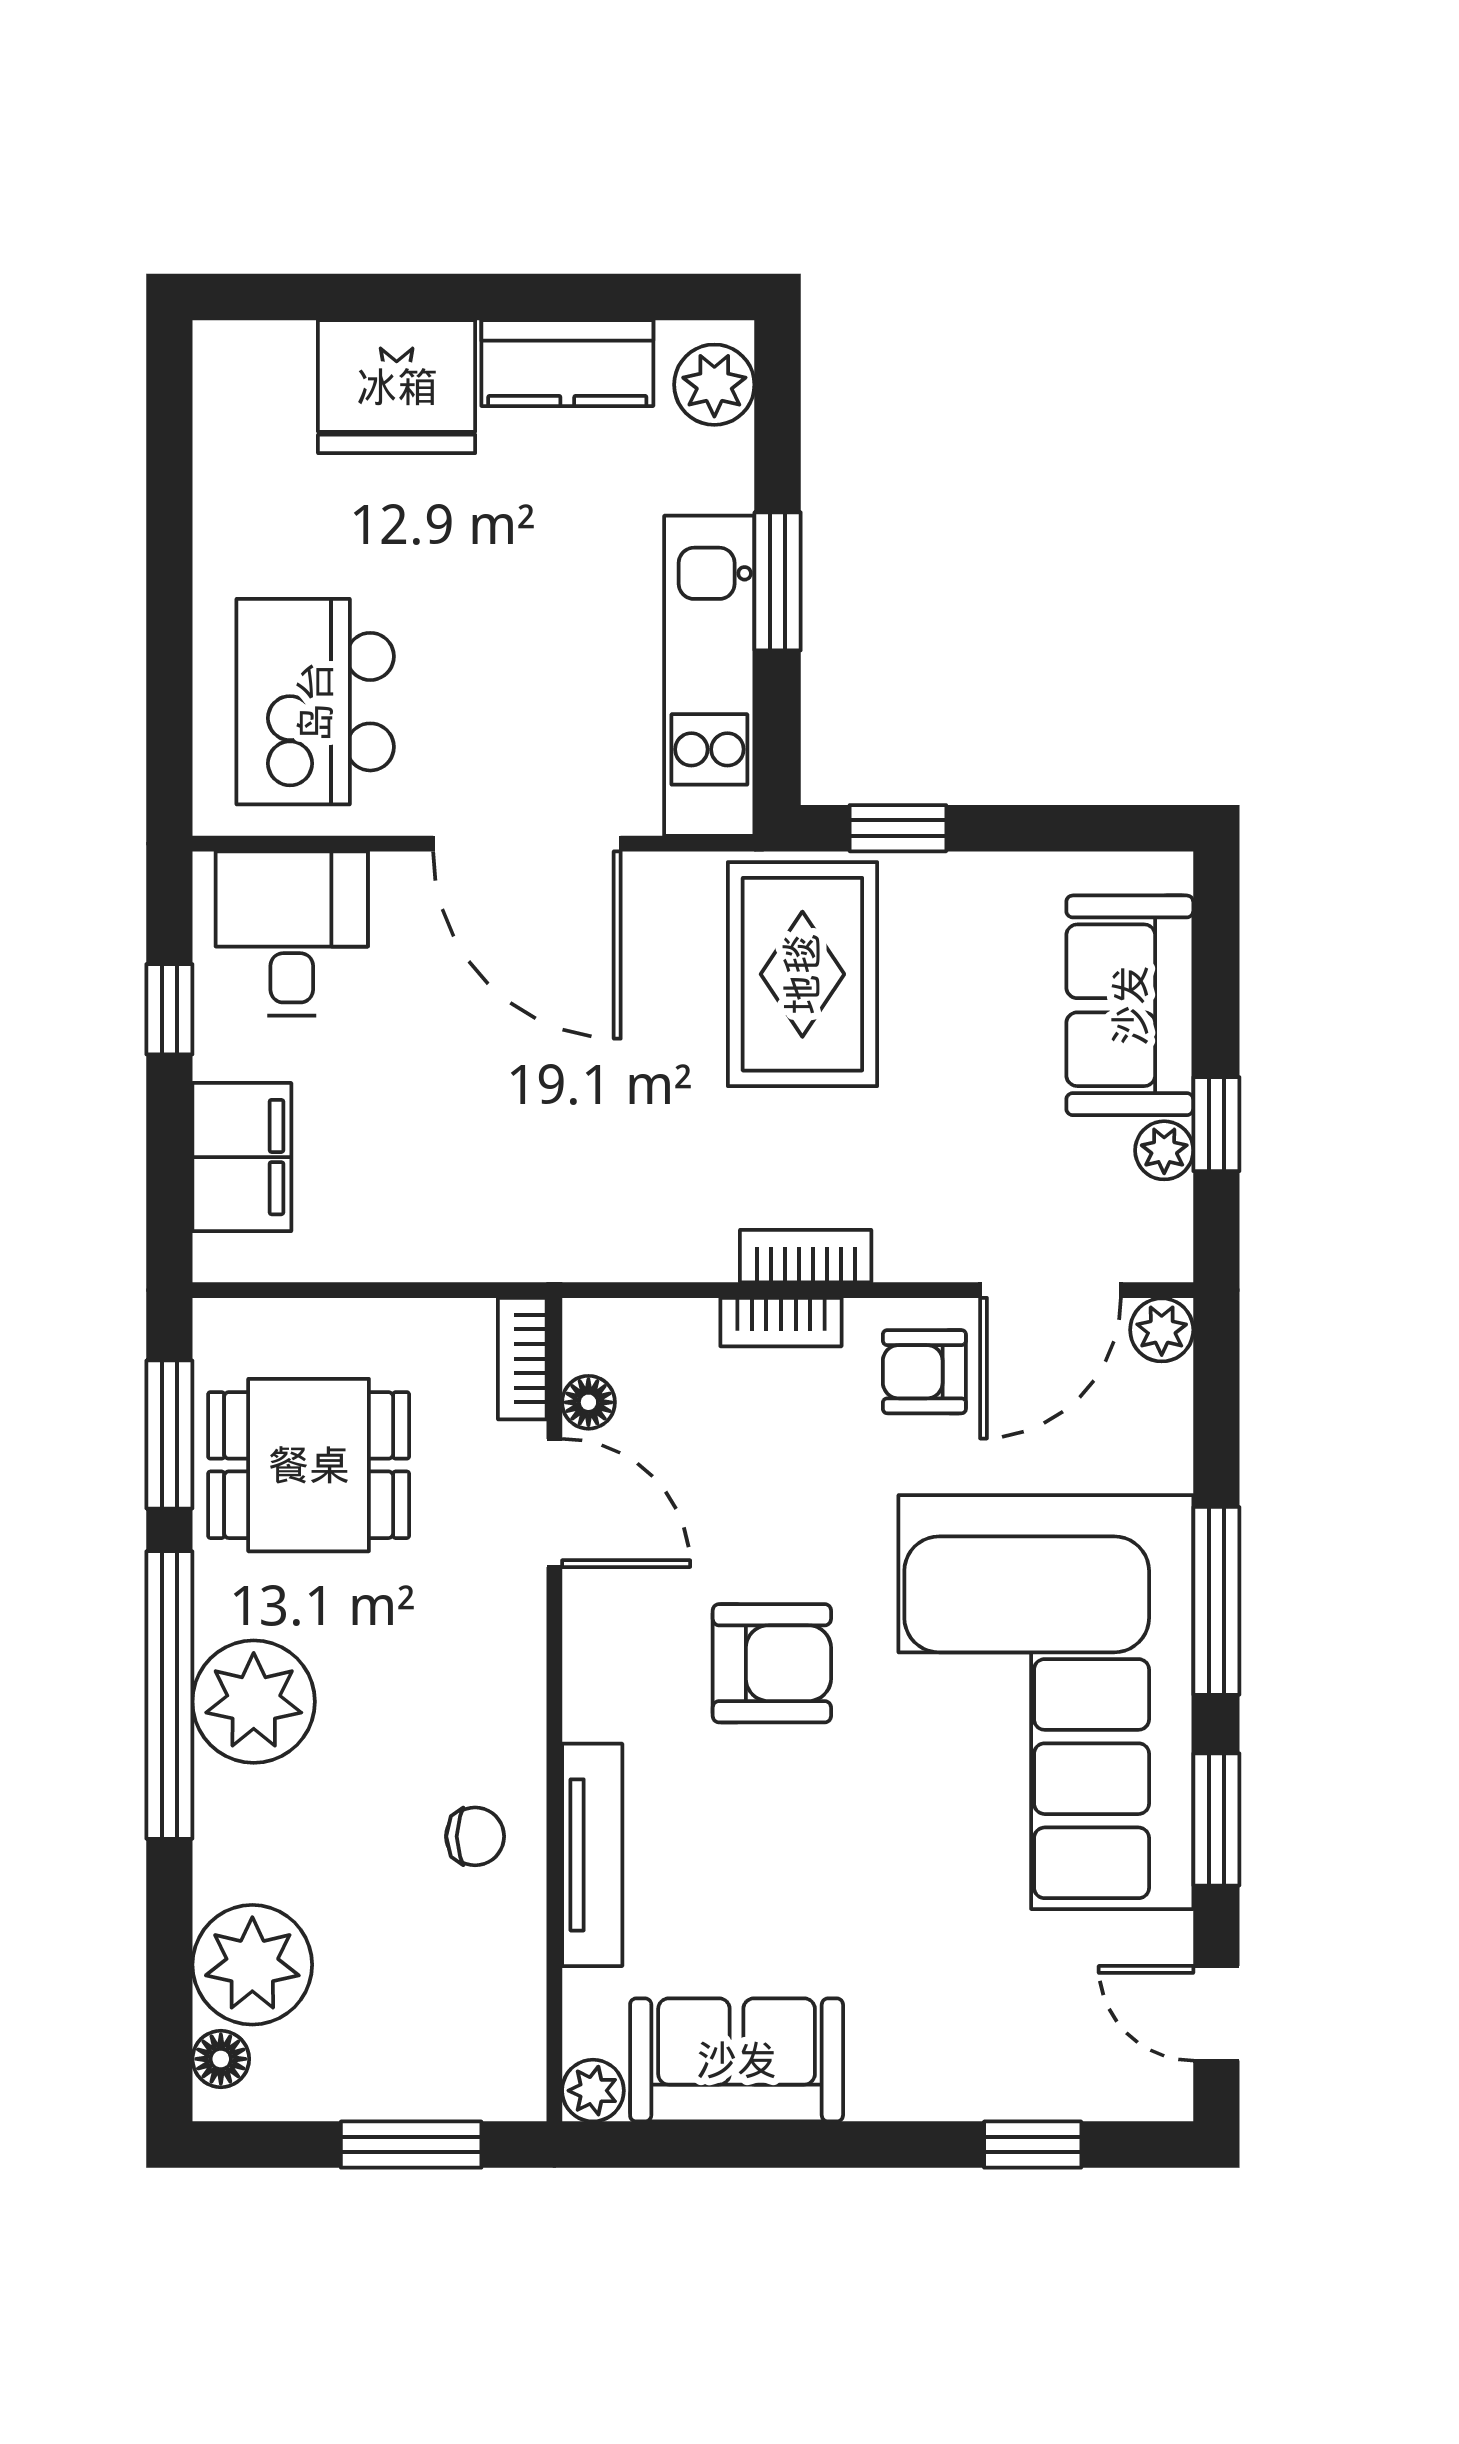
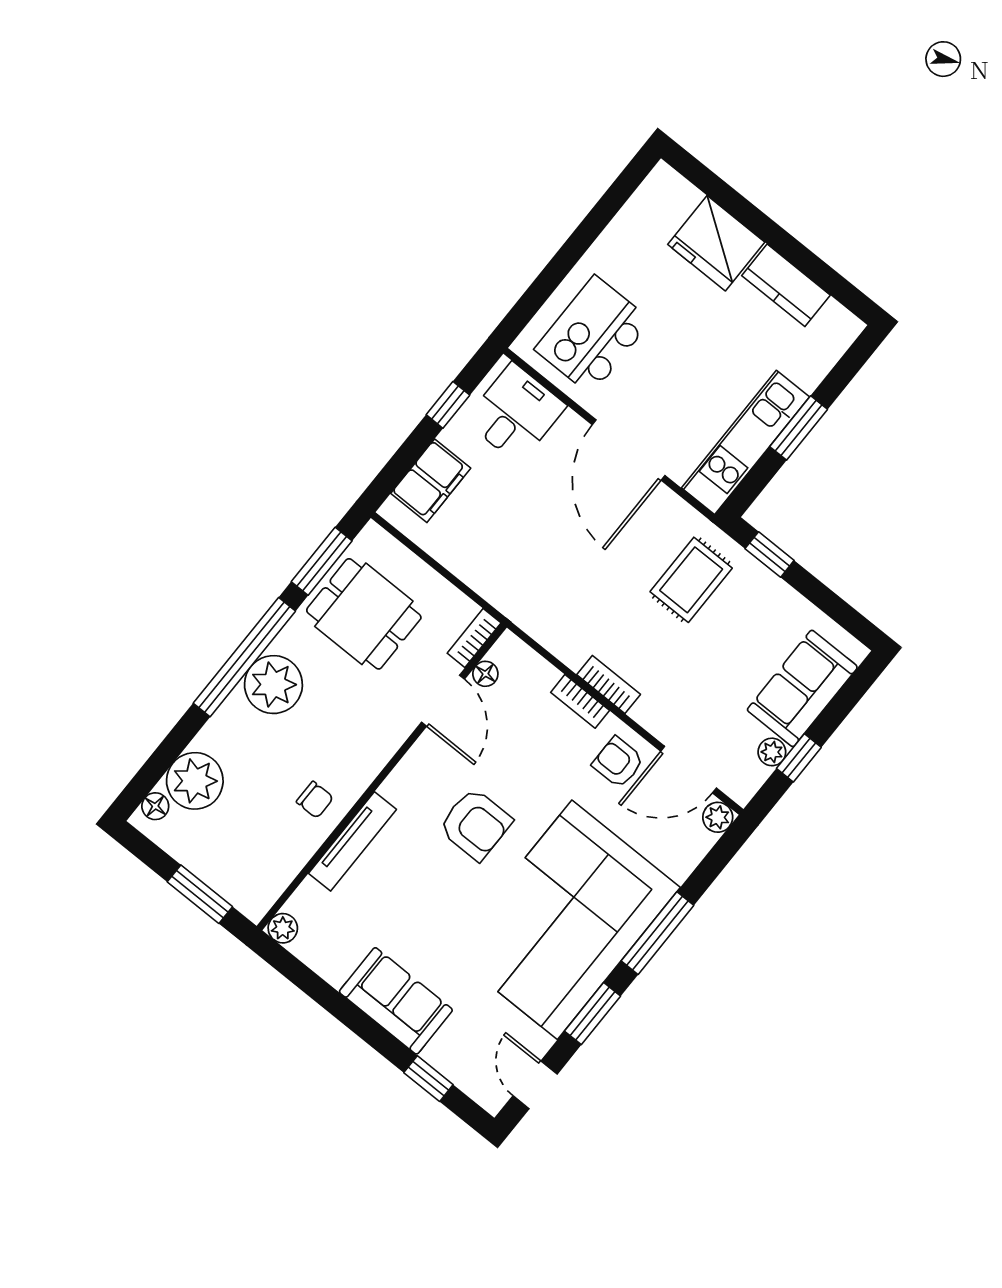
plant: (714, 385) -> (834, 337), removed
rug: (802, 974) -> (691, 580), width x0.73, depth x0.70
sofa: (737, 2060) -> (396, 1001), moved

